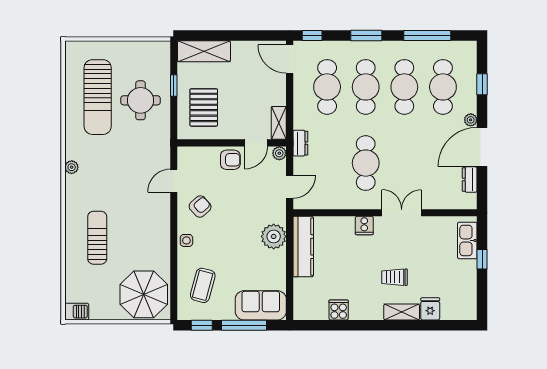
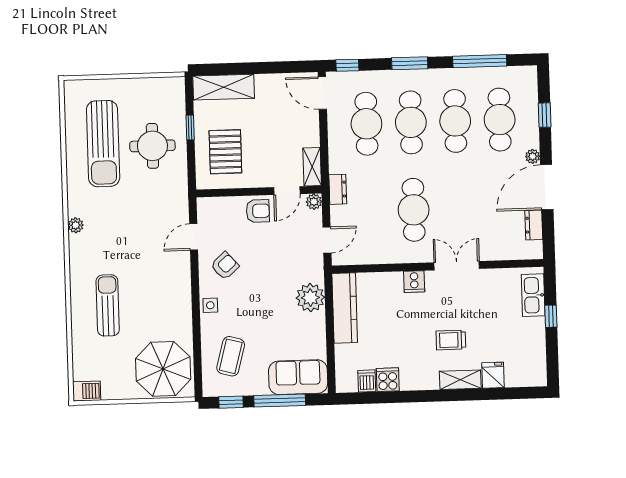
dishwasher: (320, 311) -> (367, 381), added

